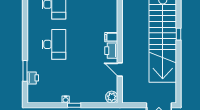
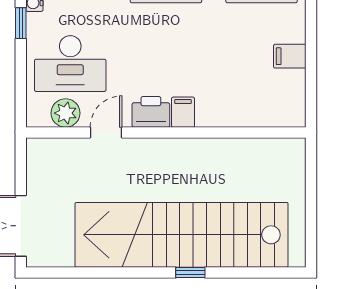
desk: (91, 84) -> (70, 64), added
plant: (112, 97) -> (66, 113), moved

